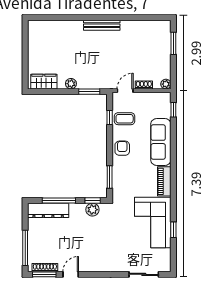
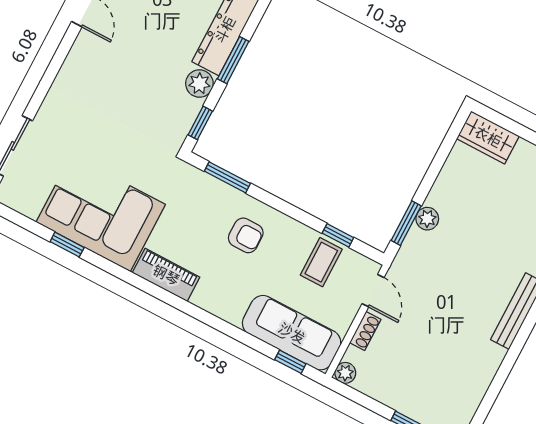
wardrobe: (44, 82) -> (488, 137), moved, turned 90
plant: (71, 84) -> (427, 219), moved
sofa: (161, 142) -> (292, 333), moved
armchair: (122, 148) -> (246, 235), moved
window: (59, 201) -> (233, 60), width x0.69
plant: (92, 210) -> (199, 84), moved

